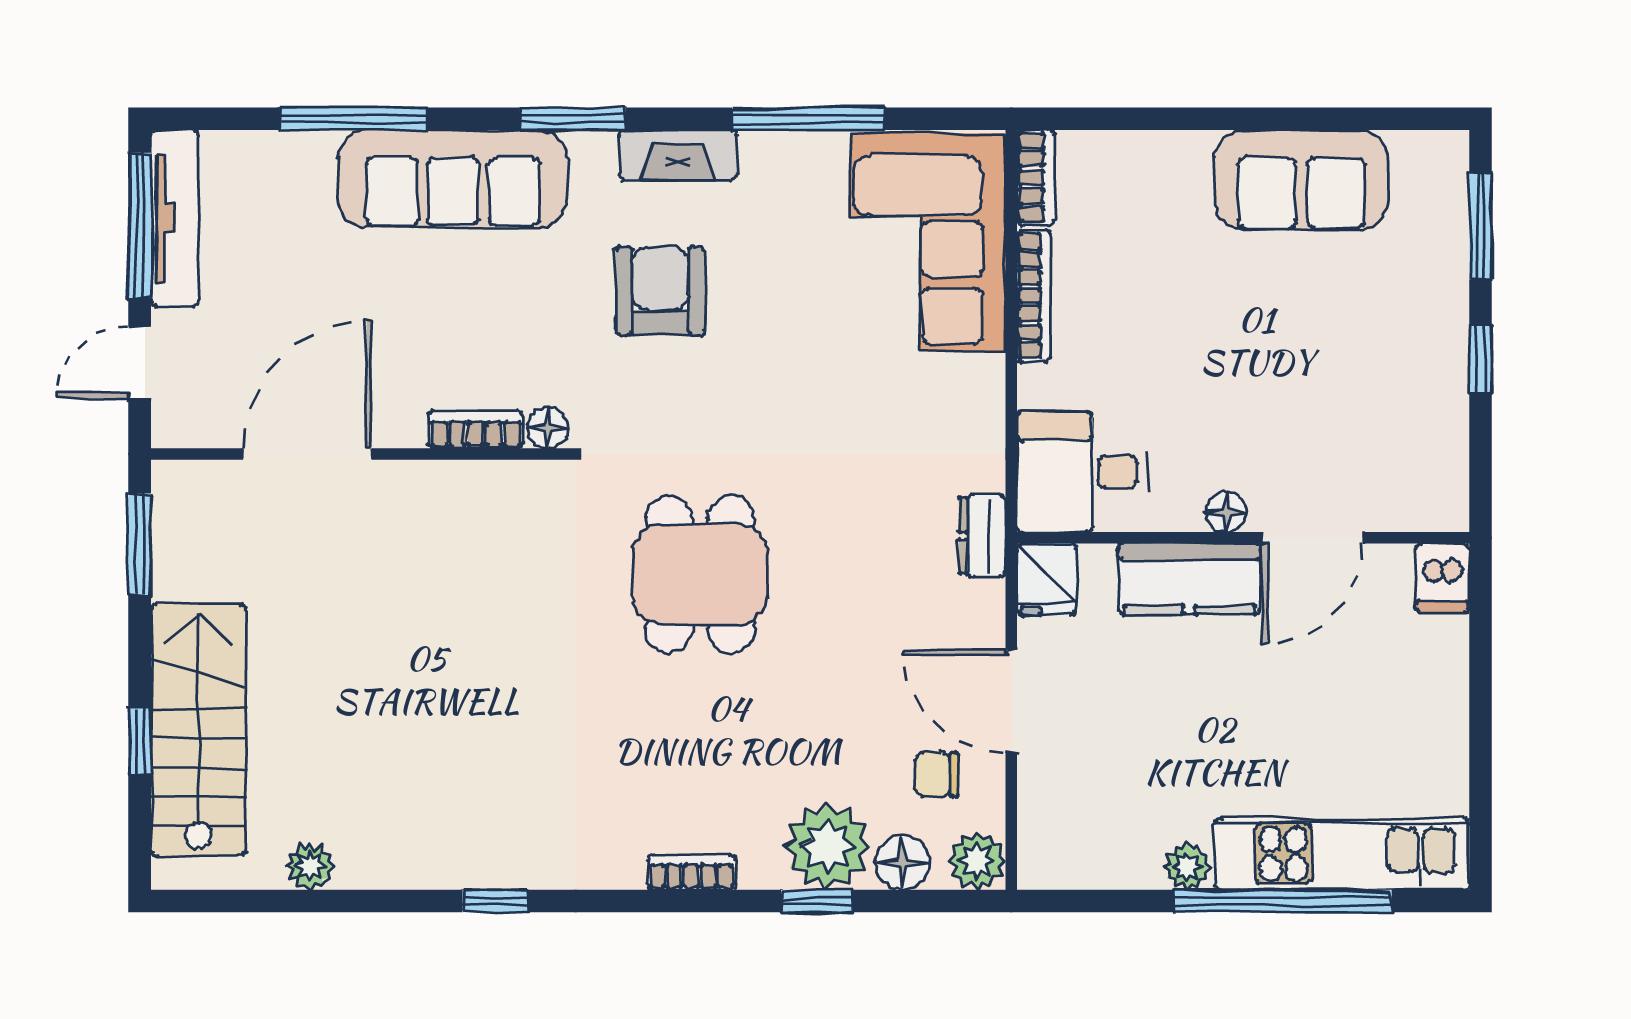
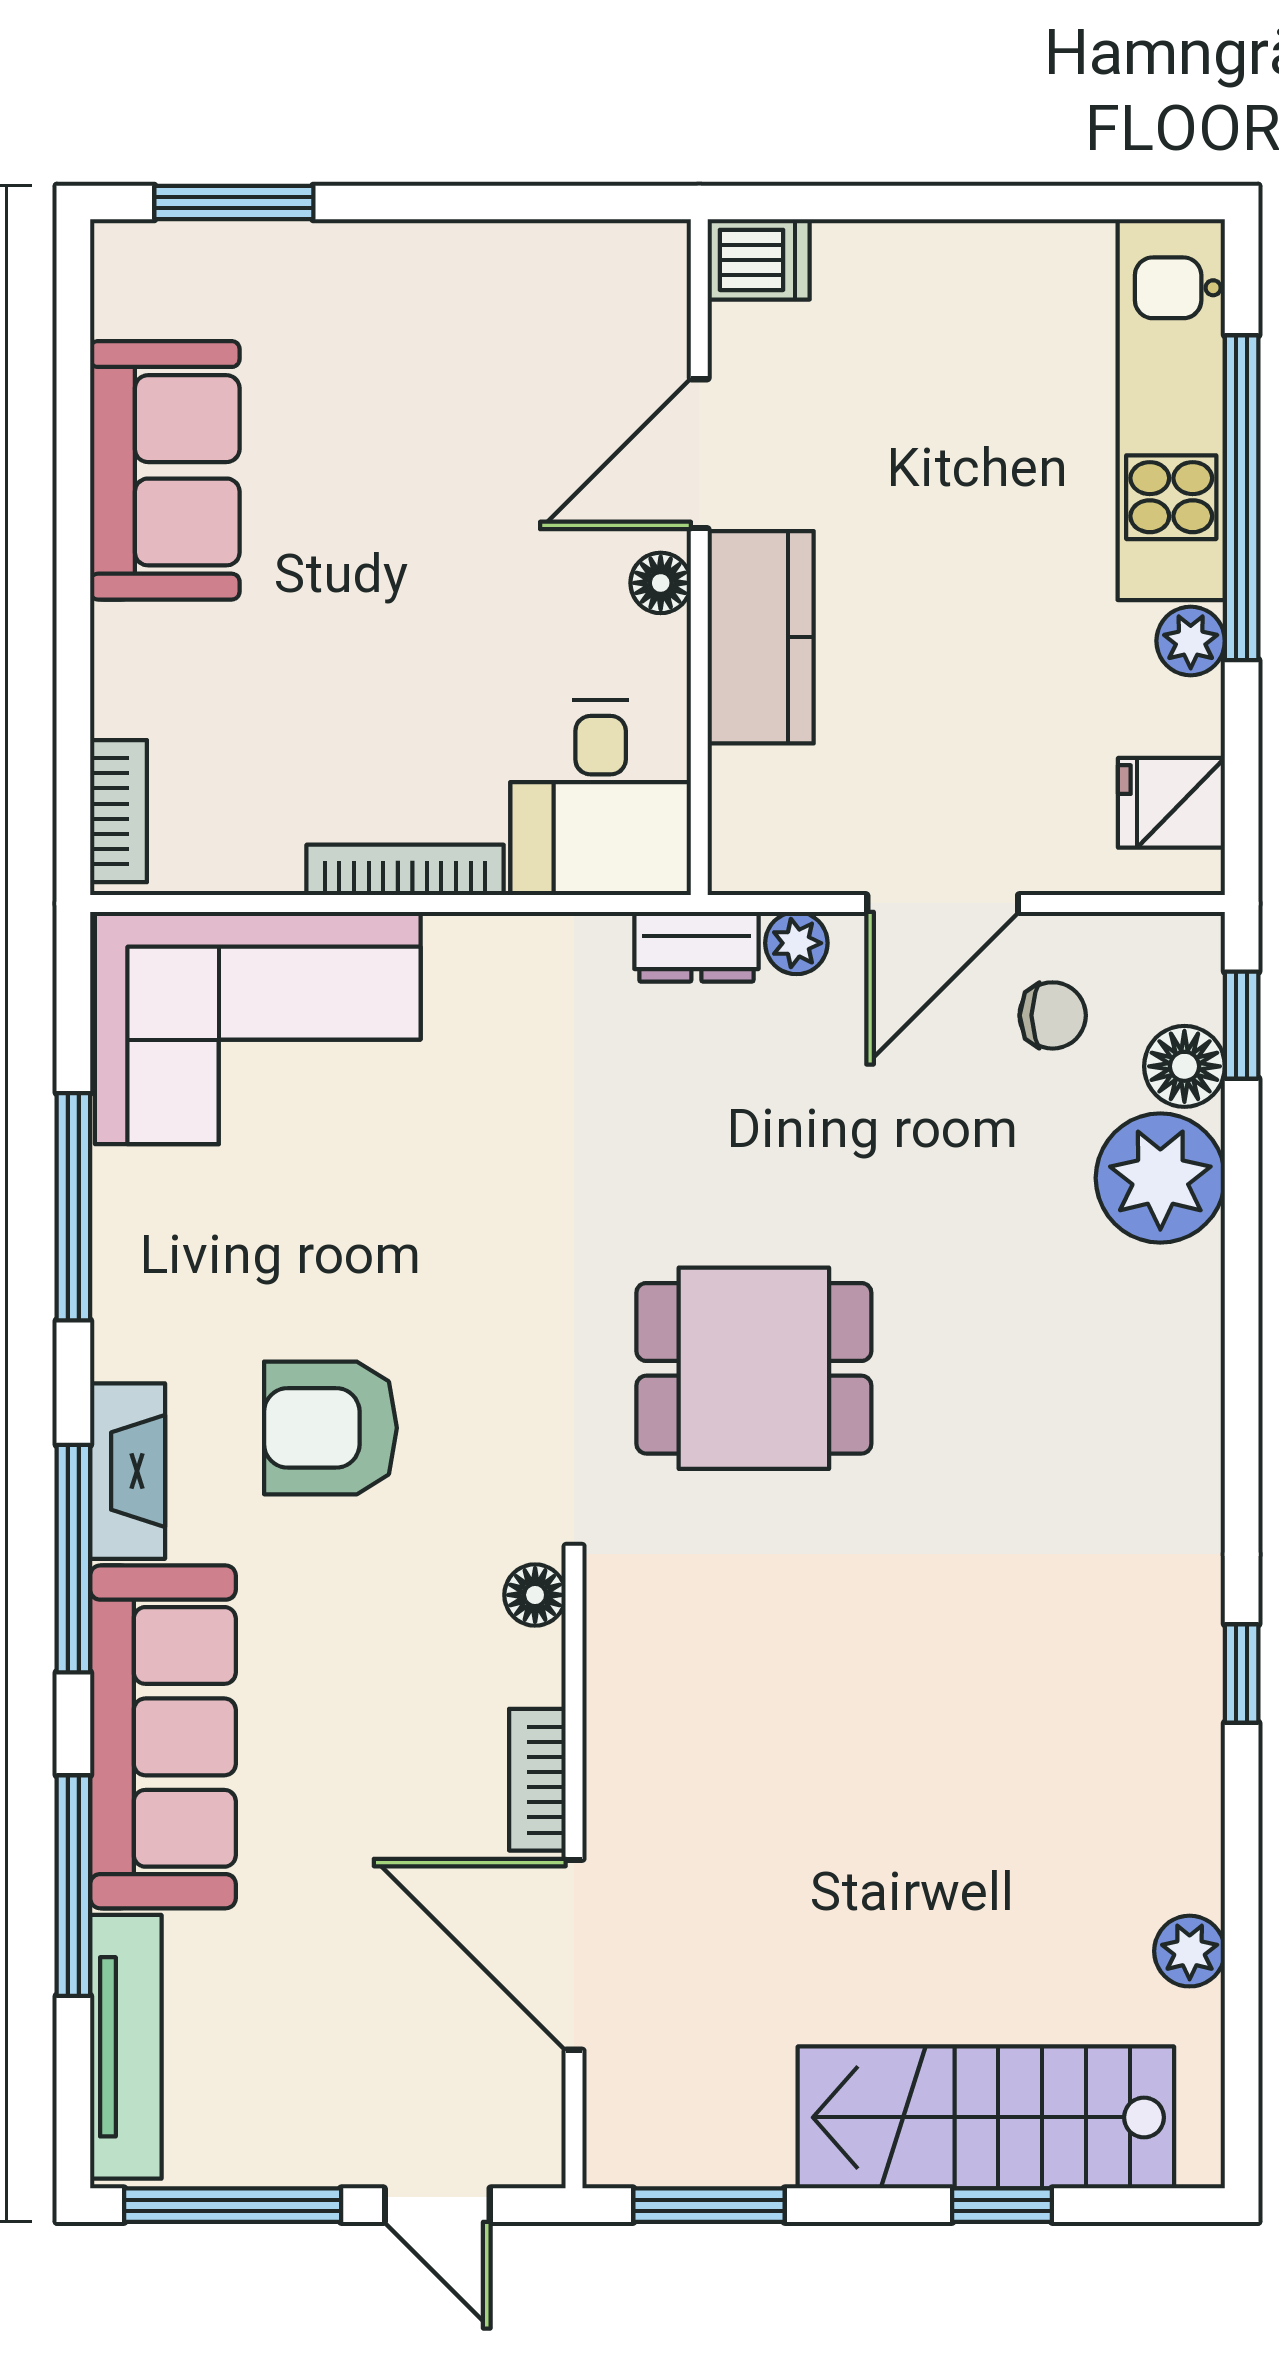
window: (573, 119) -> (73, 1559), width x1.44
fireplace: (678, 155) -> (128, 1471), moved
bookcase: (1036, 178) -> (119, 811), moved, turned 90
tv unit: (175, 218) -> (126, 2047), moved, turned 90
bookcase: (1034, 296) -> (405, 870), moved
window: (1481, 359) -> (432, 203), removed
bookcase: (476, 429) -> (537, 1780), moved
door: (1312, 538) -> (699, 454), swing flipped
fridge: (1047, 579) -> (1171, 803), moved, turned 180
chair: (936, 774) -> (1053, 1015), turned -90
plant: (977, 861) -> (796, 943), moved, width x0.73, depth x0.73
bookcase: (691, 872) -> (1198, 1381), removed
window: (817, 901) -> (1242, 1025), moved

